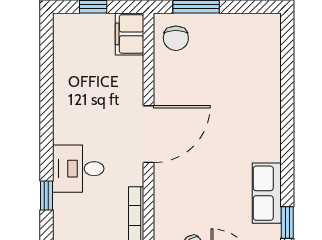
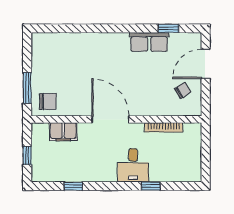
filing cabinet: (129, 34) -> (63, 132), moved
window: (46, 77) -> (73, 186), added

